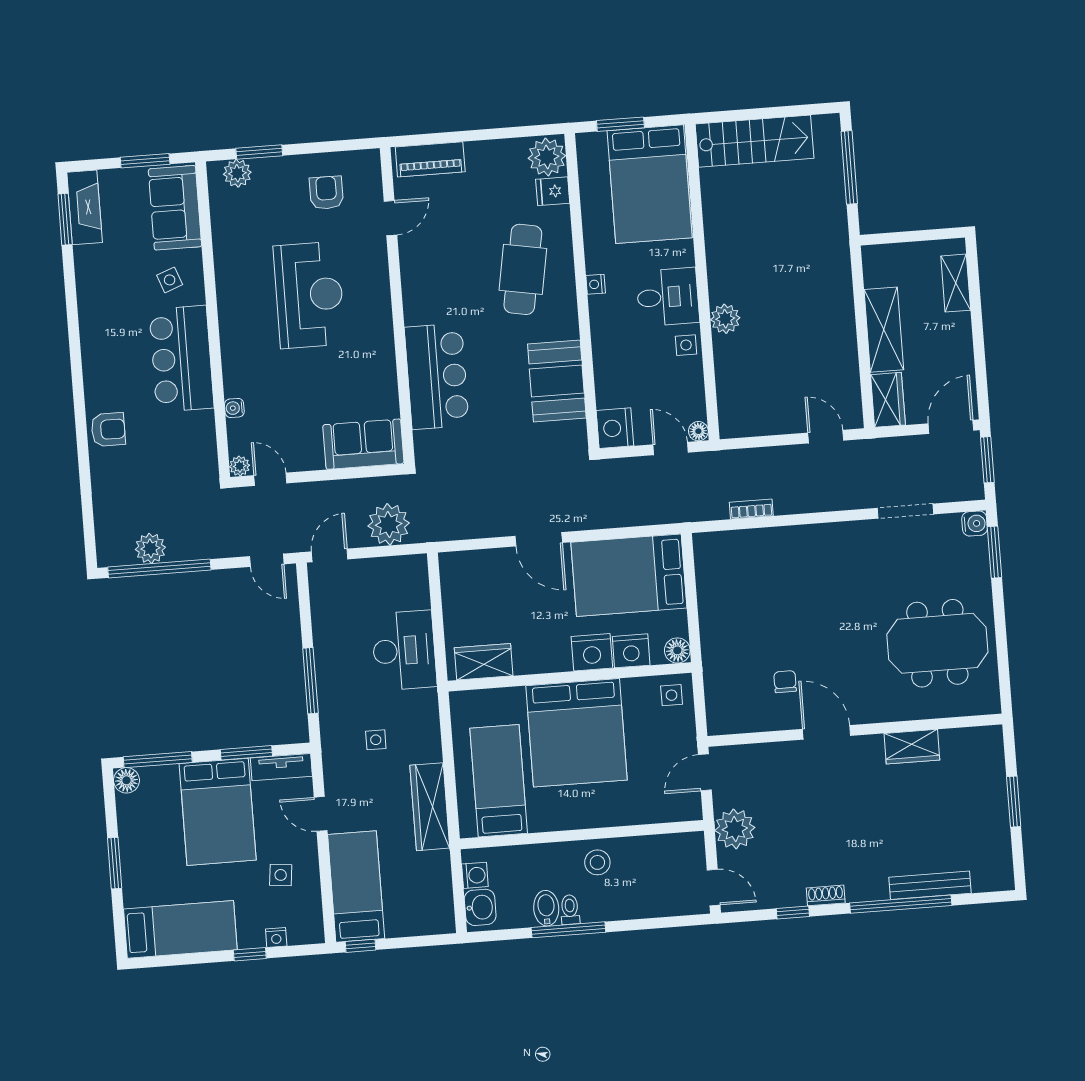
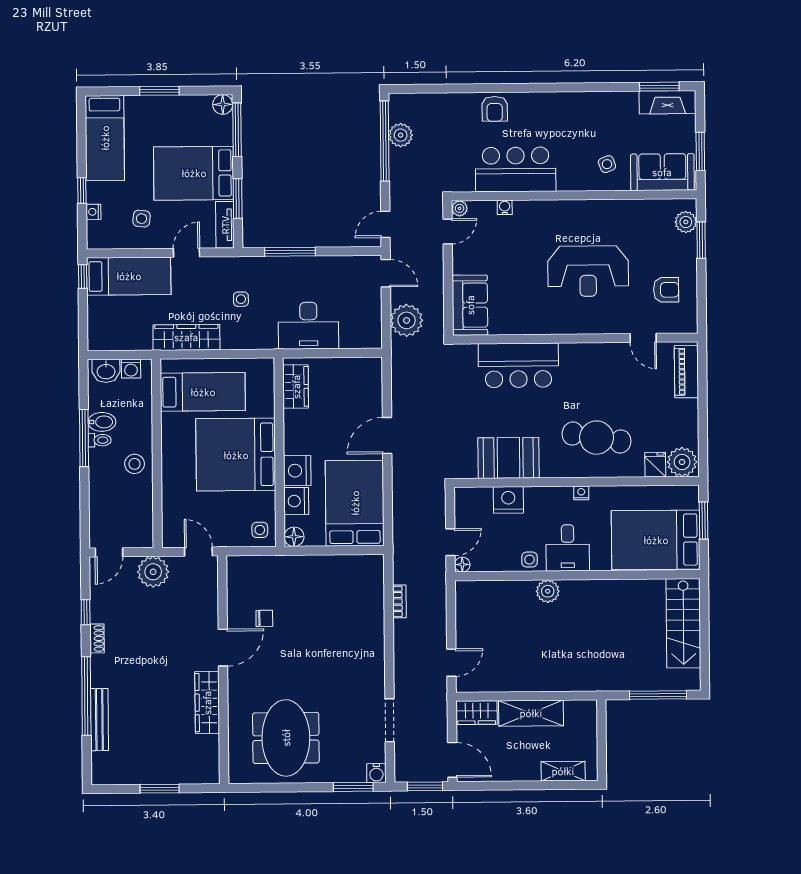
bar counter: (181, 359) -> (516, 169), moved
nightstand: (615, 428) -> (508, 500), moved
wardrobe: (912, 747) -> (207, 703), width x1.50

